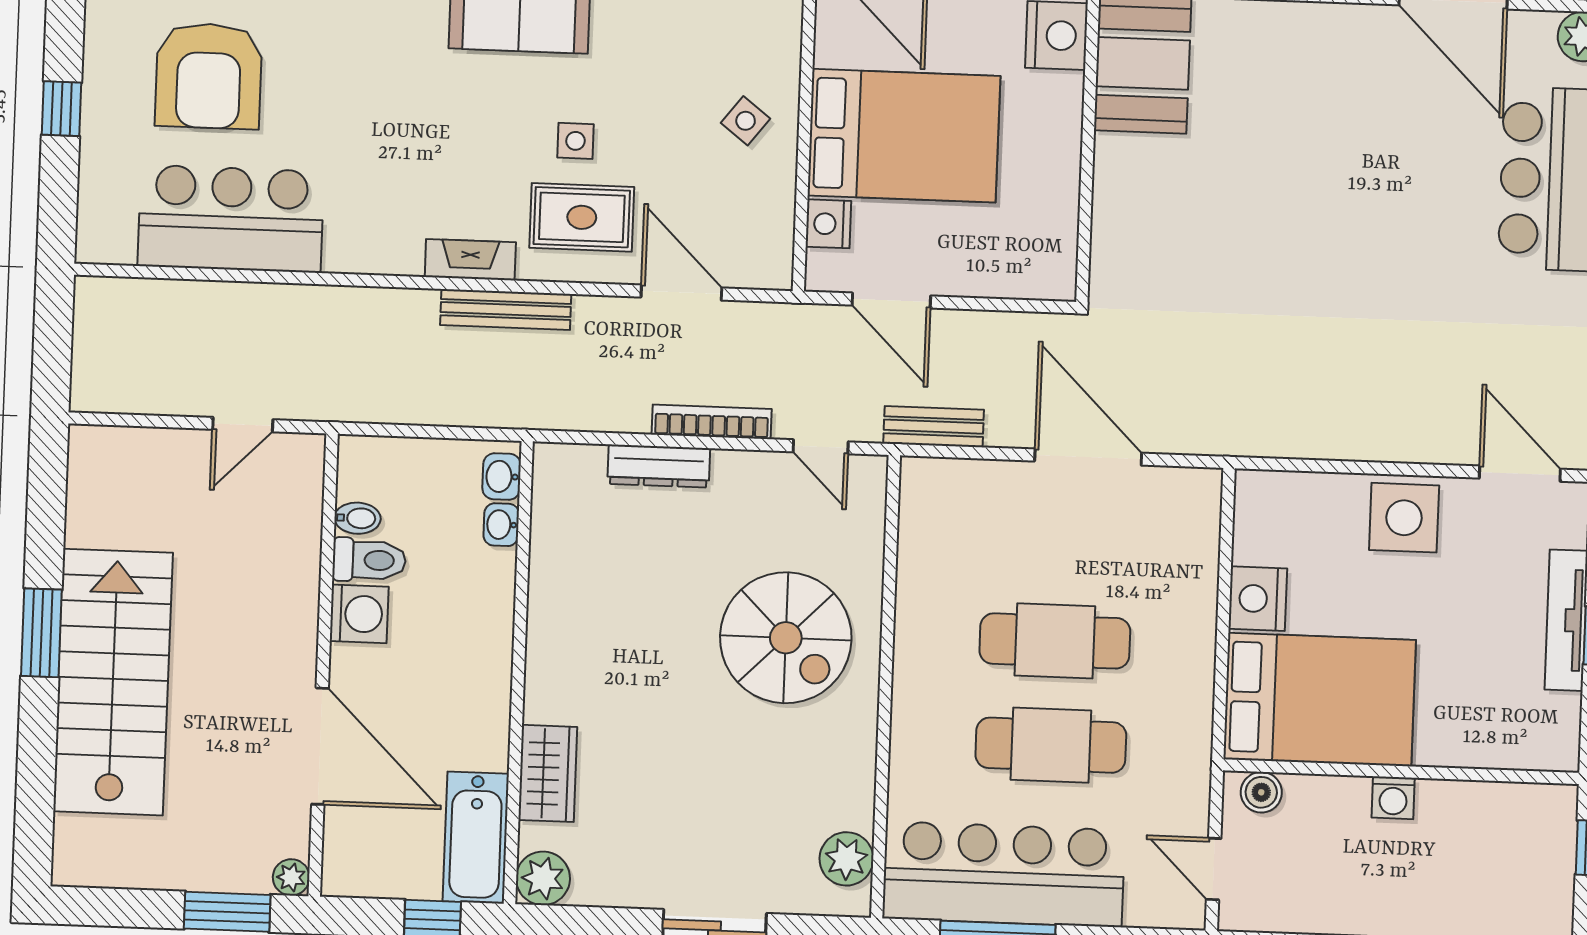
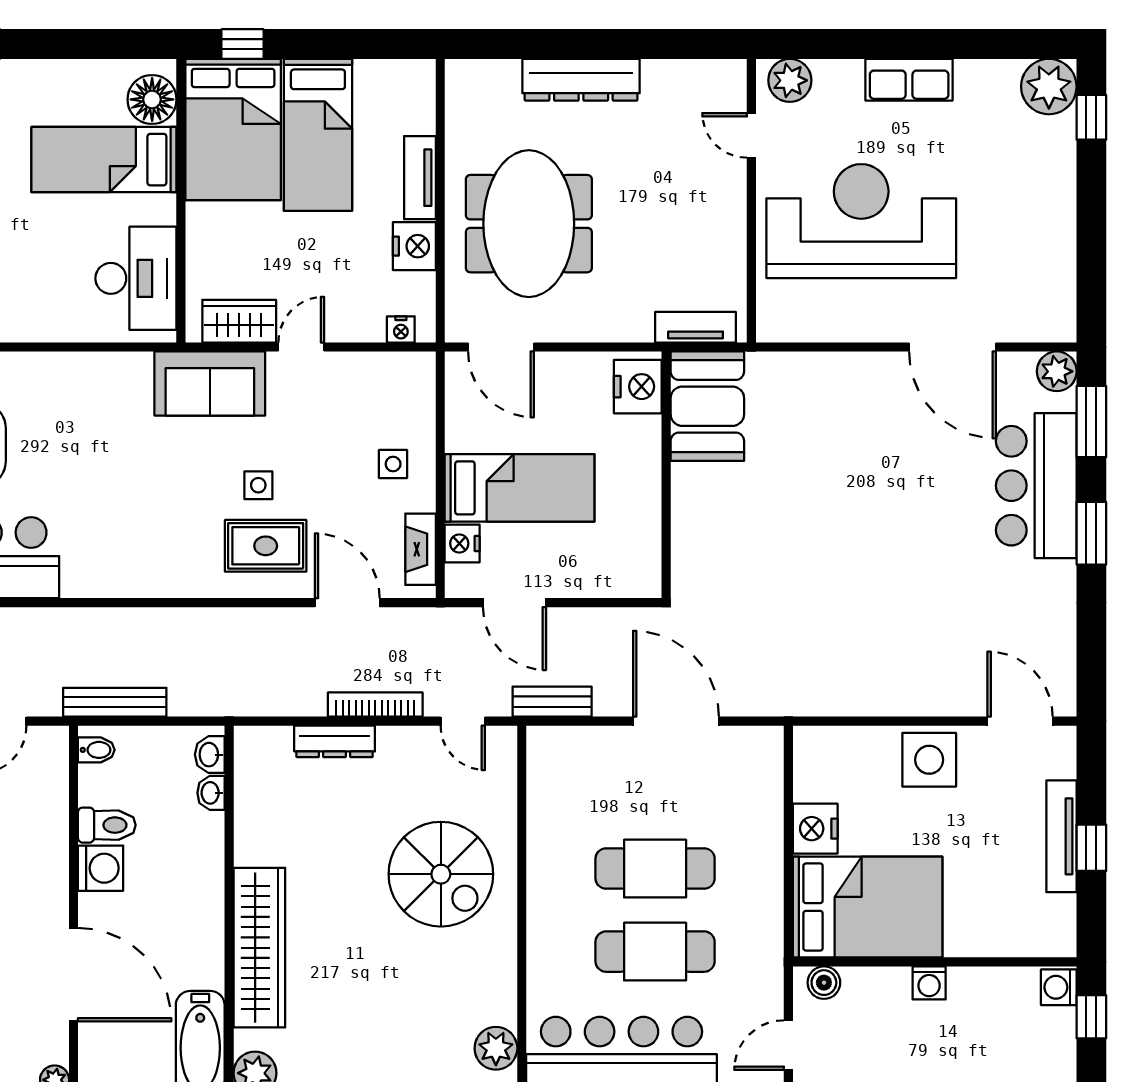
side table: (746, 121) -> (393, 464), turned -38
bed: (904, 136) -> (520, 488), width x0.67
fireplace: (470, 260) -> (421, 549), moved, turned -90
bench: (506, 310) -> (115, 702), moved
bidet: (357, 518) -> (96, 750), moved
wardrobe: (548, 773) -> (259, 948), width x2.10, depth x1.17
washing machine: (1556, 809) -> (1059, 987), added
door: (1214, 869) -> (788, 1045), hinge flipped

